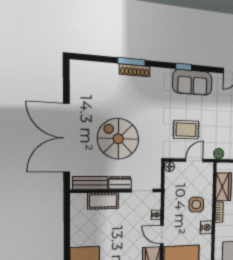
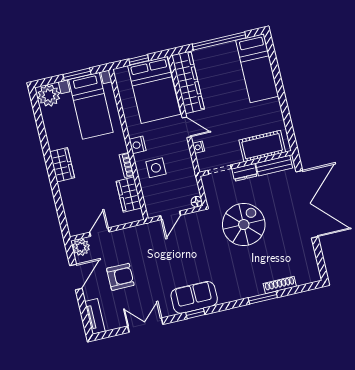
window: (184, 67) -> (195, 313), moved
shoe rack: (135, 70) -> (280, 285), moved
rug: (186, 130) -> (188, 246), removed
spiral stairs: (118, 139) -> (244, 225), moved, turned -90
plant: (219, 154) -> (144, 230), removed
cot: (103, 201) -> (262, 146), width x1.37, depth x1.34

